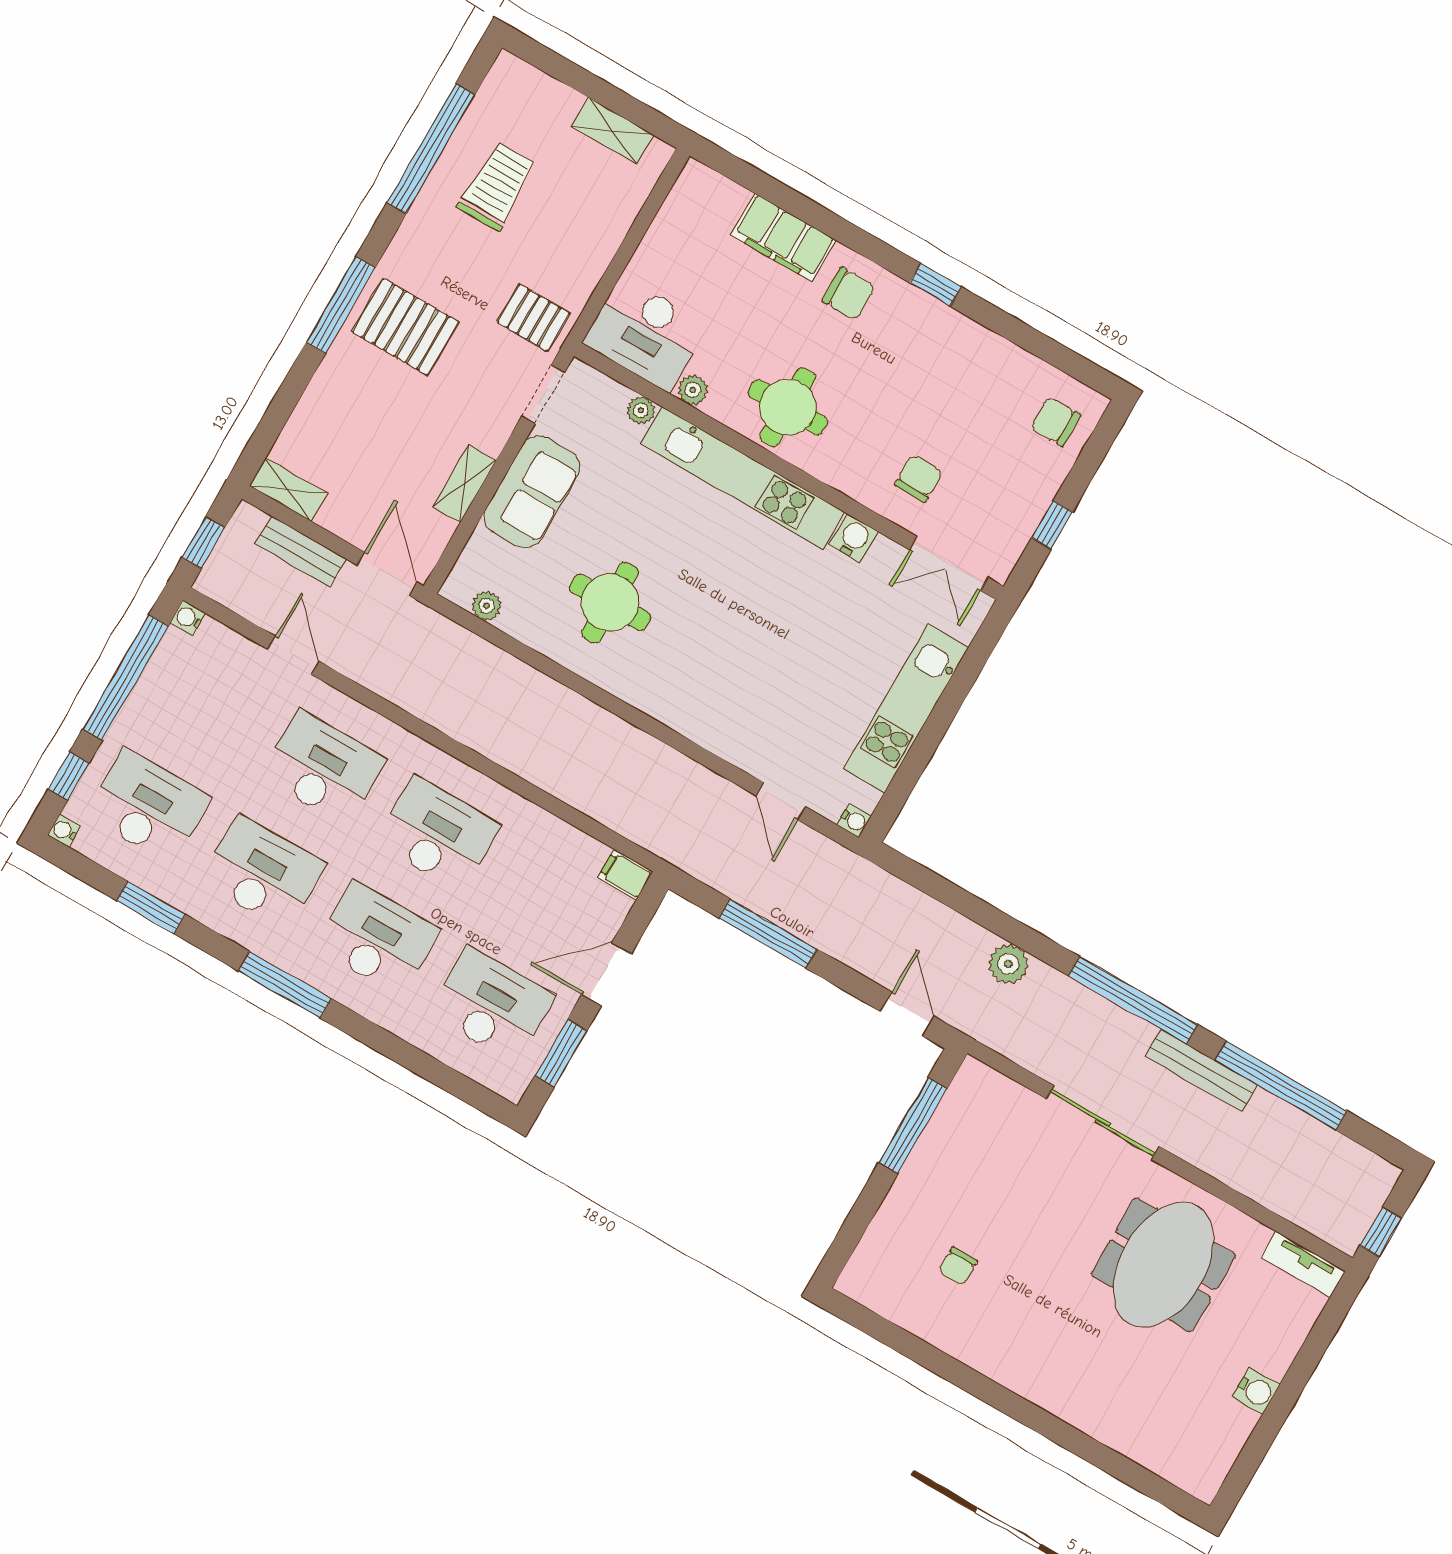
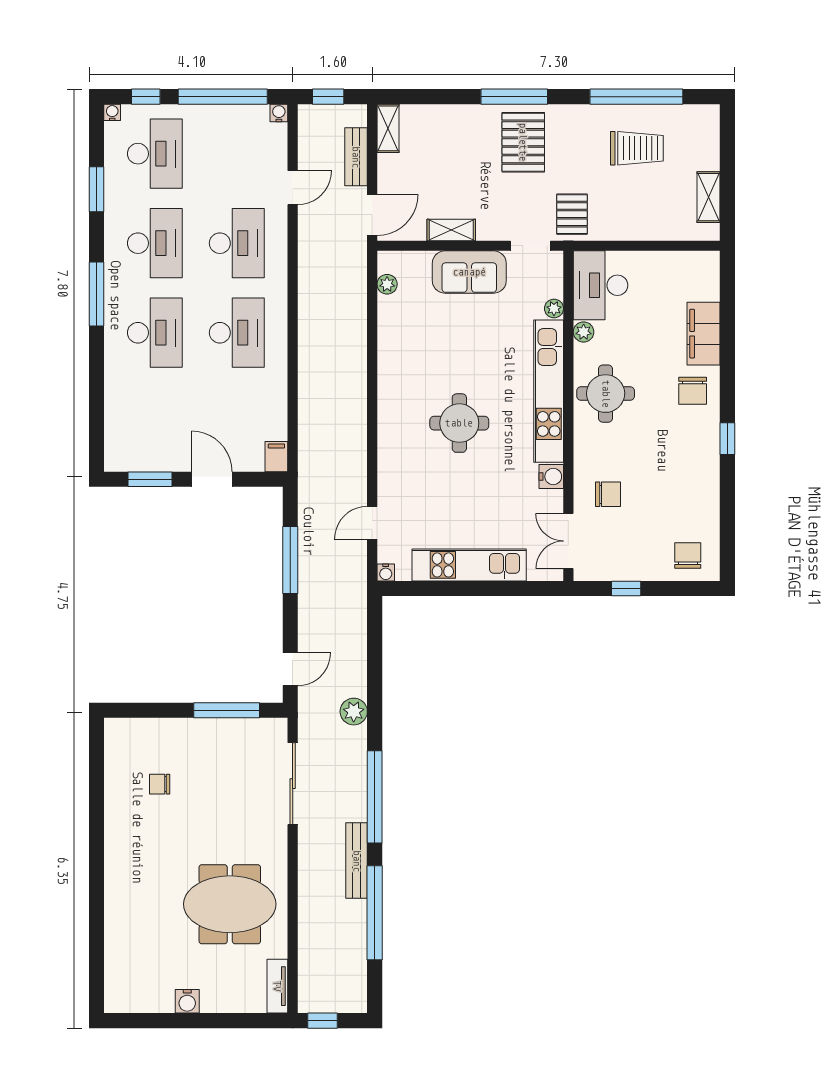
round table: (610, 602) -> (459, 423), moved
desk: (492, 1005) -> (155, 422), removed
sliding door: (1103, 1123) -> (293, 784), moved

